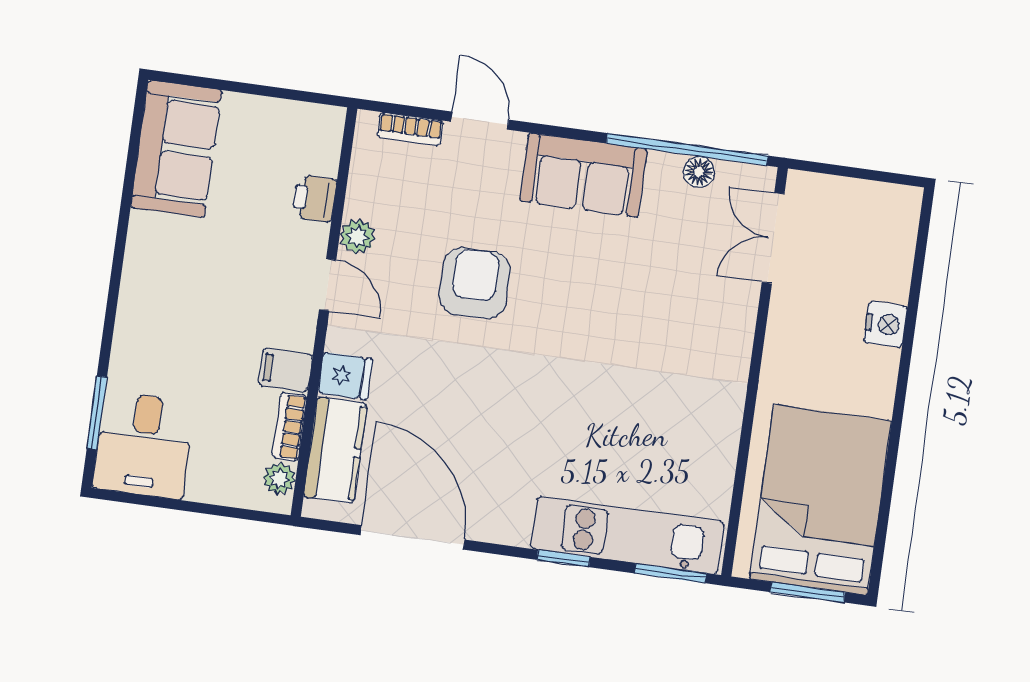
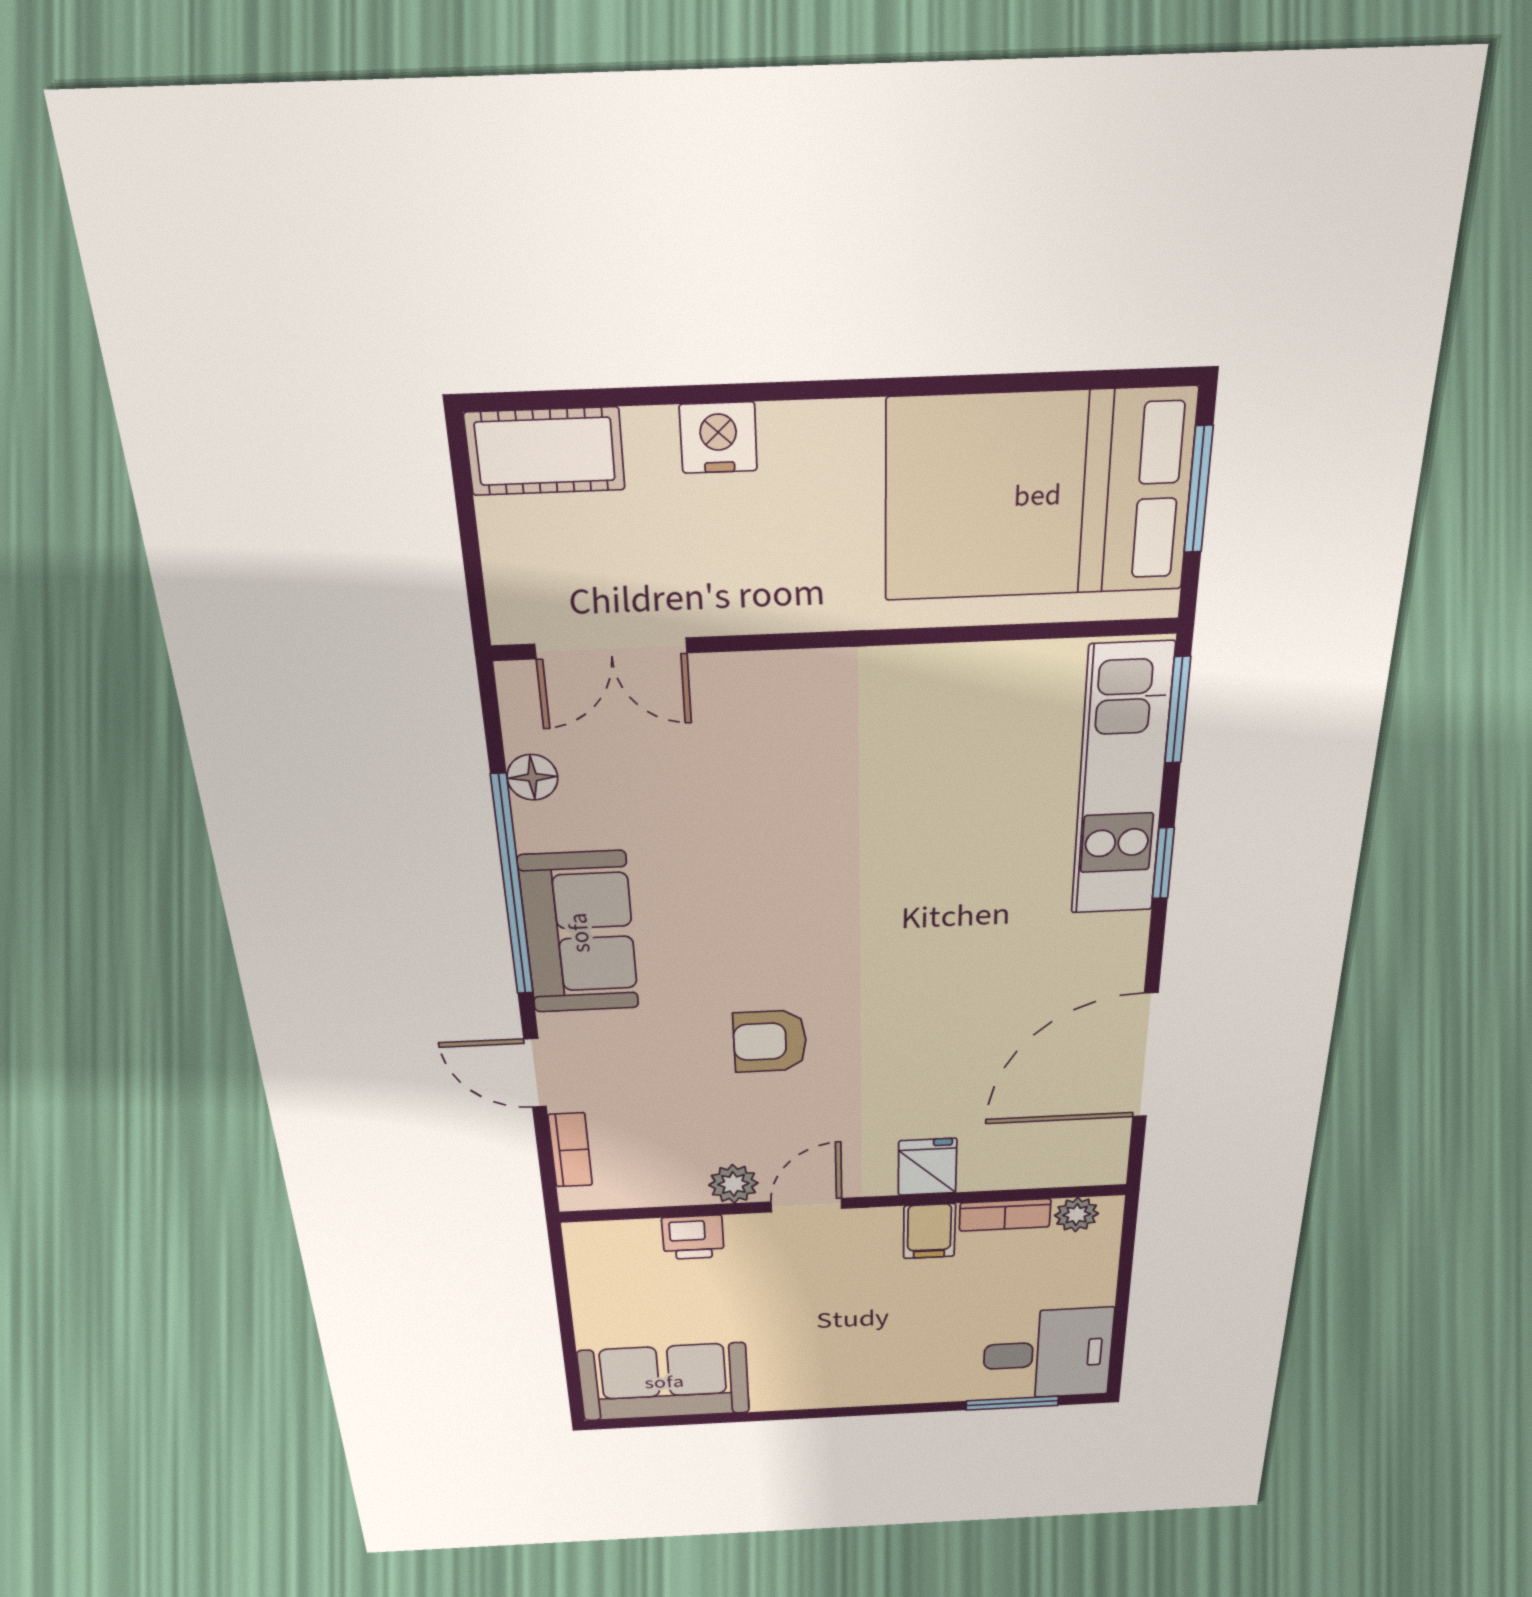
door: (480, 121) -> (535, 1073), hinge flipped
window: (687, 149) -> (512, 887), moved
cot: (895, 227) -> (545, 451), added
armchair: (475, 283) -> (770, 1041), width x0.72, depth x0.72
kitchen counter: (335, 450) -> (1031, 1161), removed

